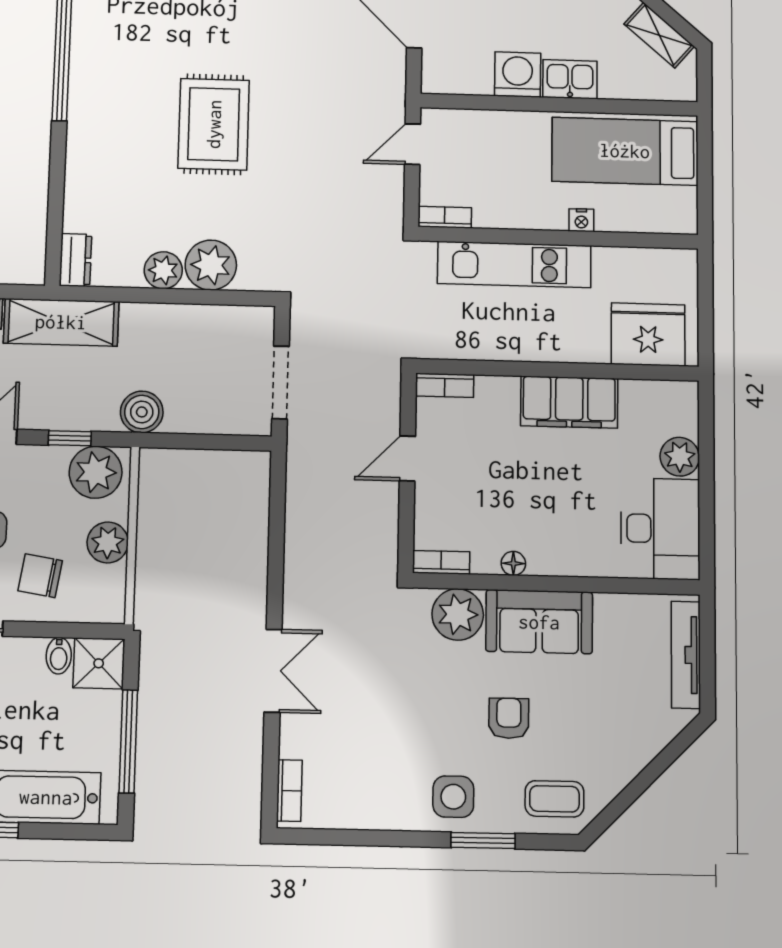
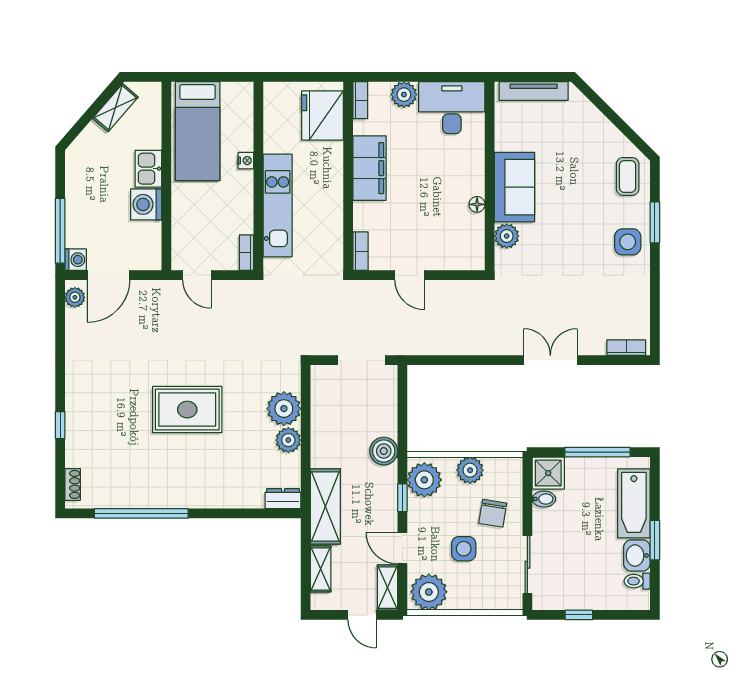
bookcase: (441, 562) -> (360, 100), moved, turned 180
plant: (458, 614) -> (507, 236), width x0.73, depth x0.73
armchair: (509, 718) -> (577, 206), removed

